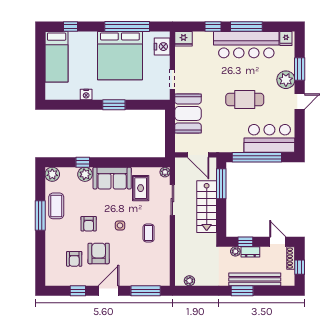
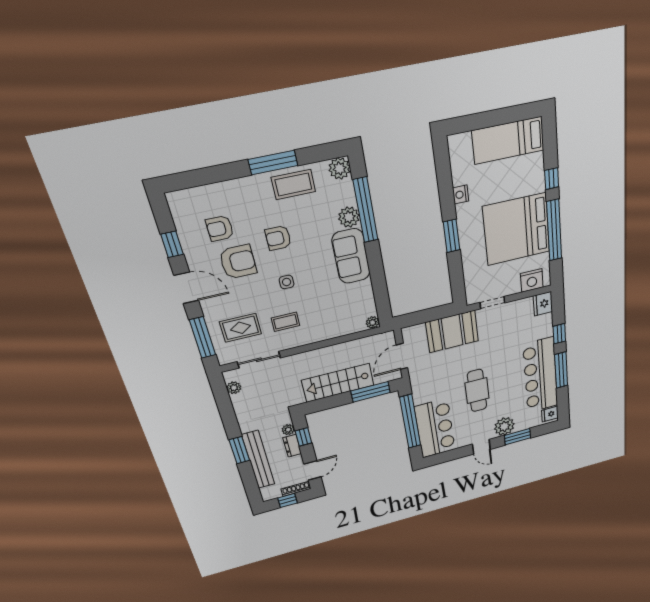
window: (70, 26) -> (552, 179), moved
window: (83, 162) -> (366, 210), width x3.17
rug: (141, 188) -> (241, 328), moved
sliding door: (172, 200) -> (259, 360), moved

